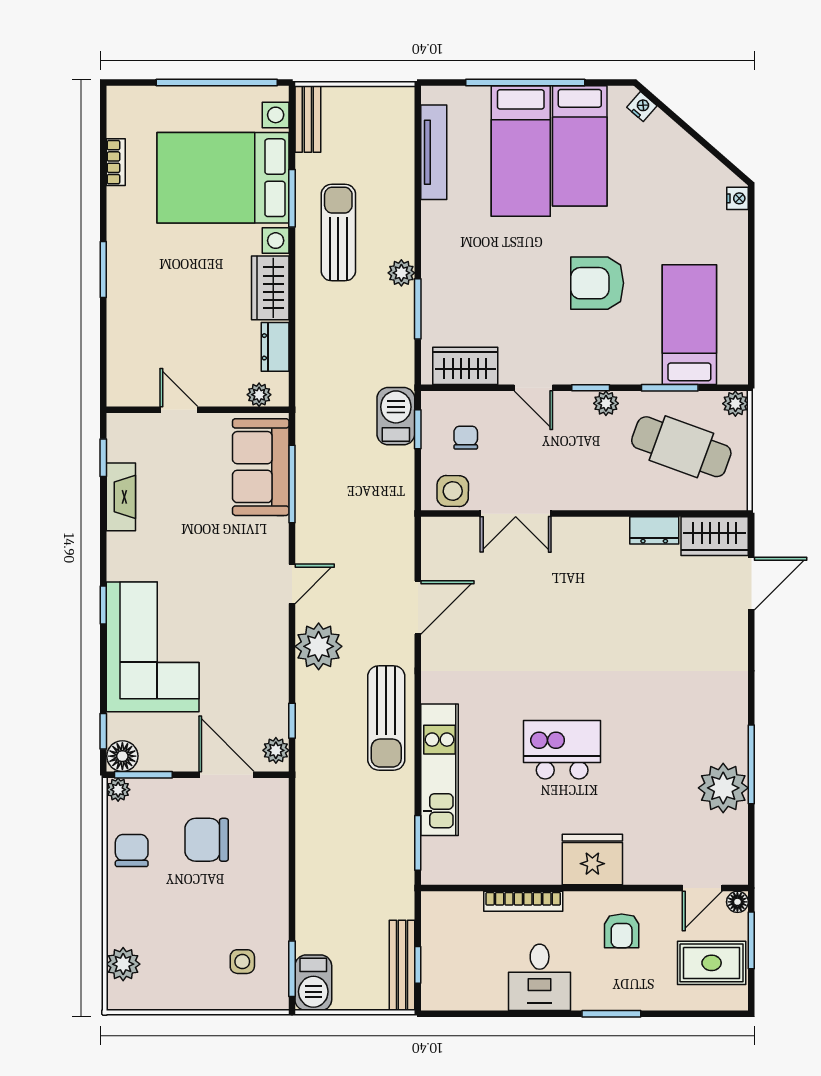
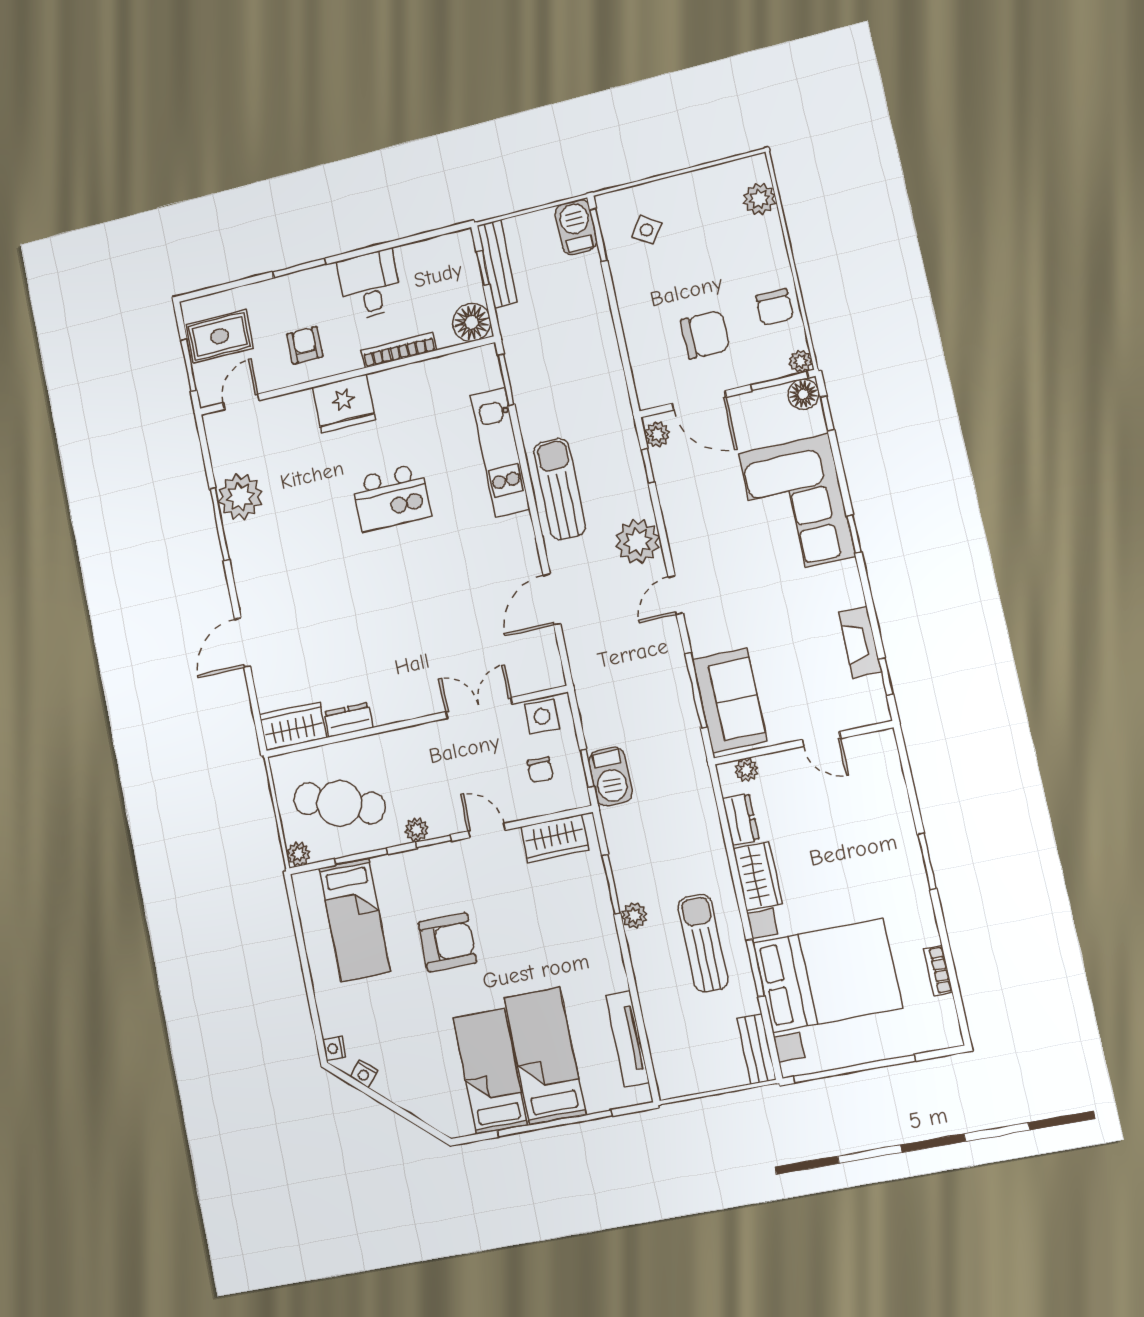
nightstand: (642, 107) -> (364, 1074), moved
sun lounger: (338, 233) -> (703, 943), turned 180
door: (751, 584) -> (242, 643), moved
floor lamp: (737, 902) -> (472, 322), moved, width x1.89, depth x1.89
side table: (242, 962) -> (647, 230), turned 34

